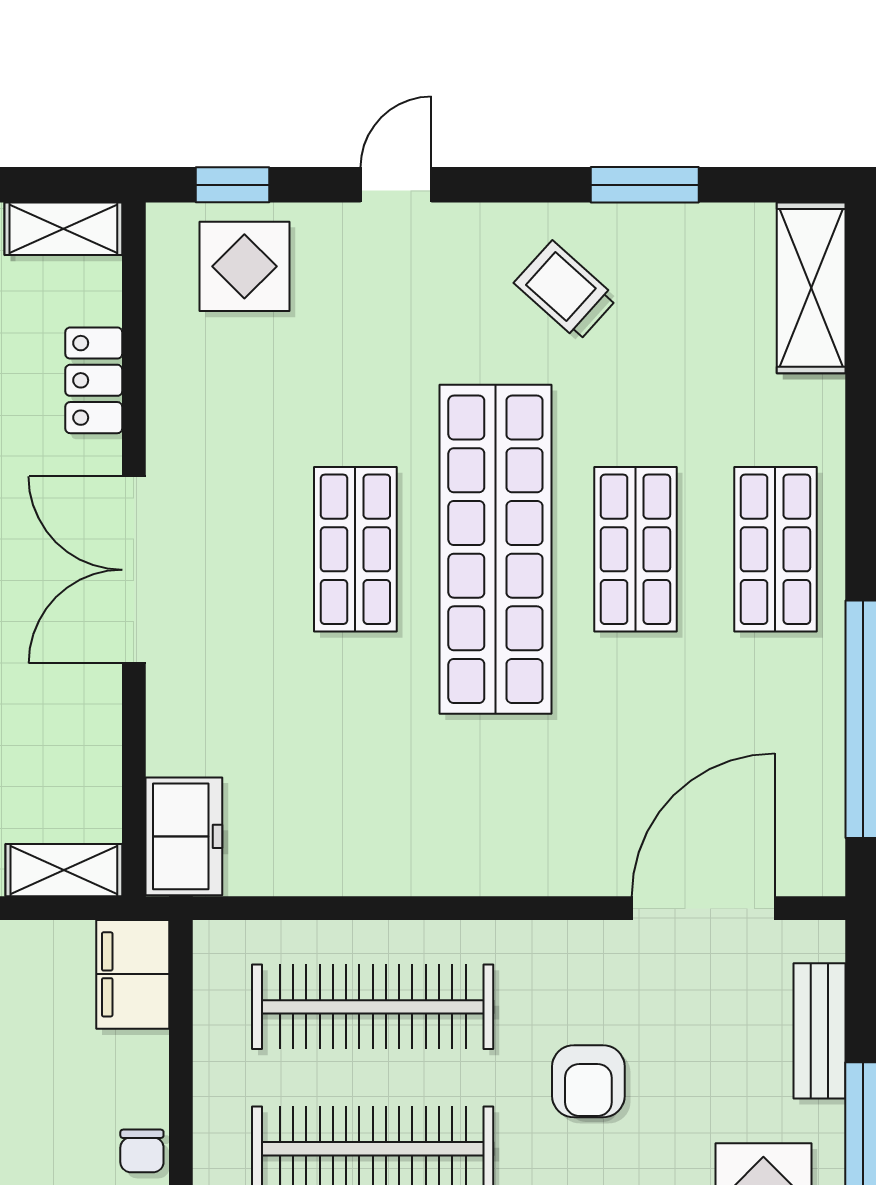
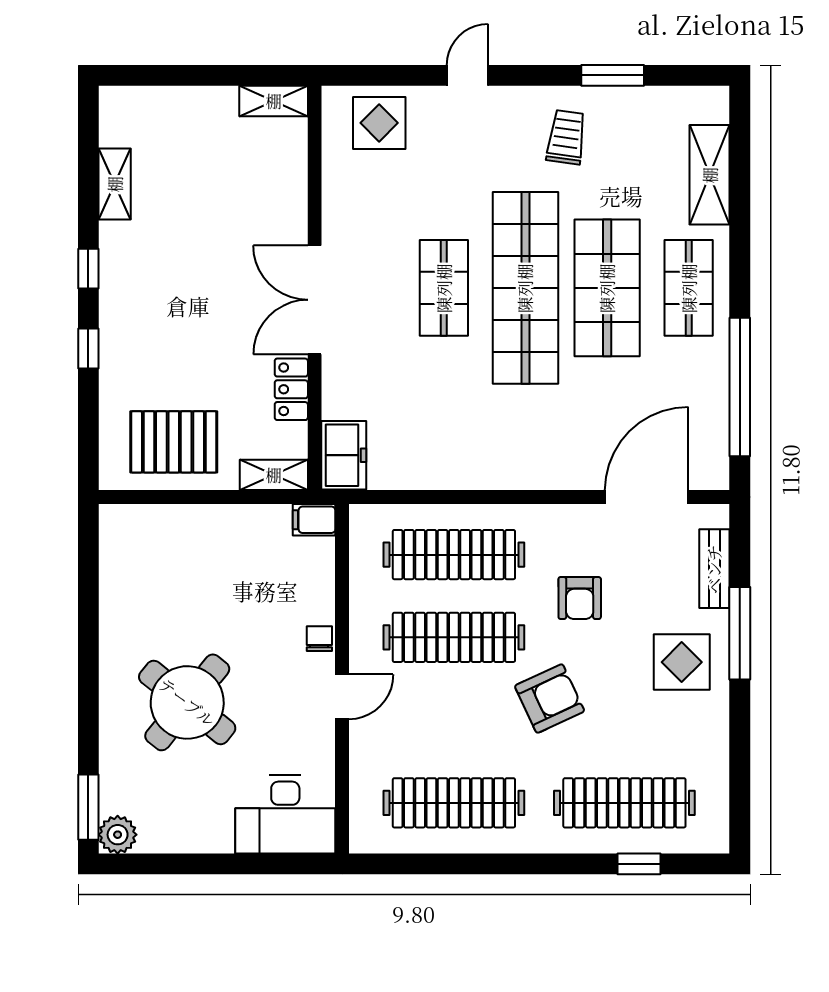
window: (233, 185) -> (372, 75), removed
shelving: (811, 288) -> (710, 175), moved
trolley: (565, 291) -> (566, 137), turned 56
locker: (94, 380) -> (291, 389), moved
shop shelf: (635, 549) -> (607, 288), width x1.43, depth x1.36
filing cabinet: (133, 974) -> (314, 520), width x0.50
chair: (142, 1151) -> (319, 639), turned 180

